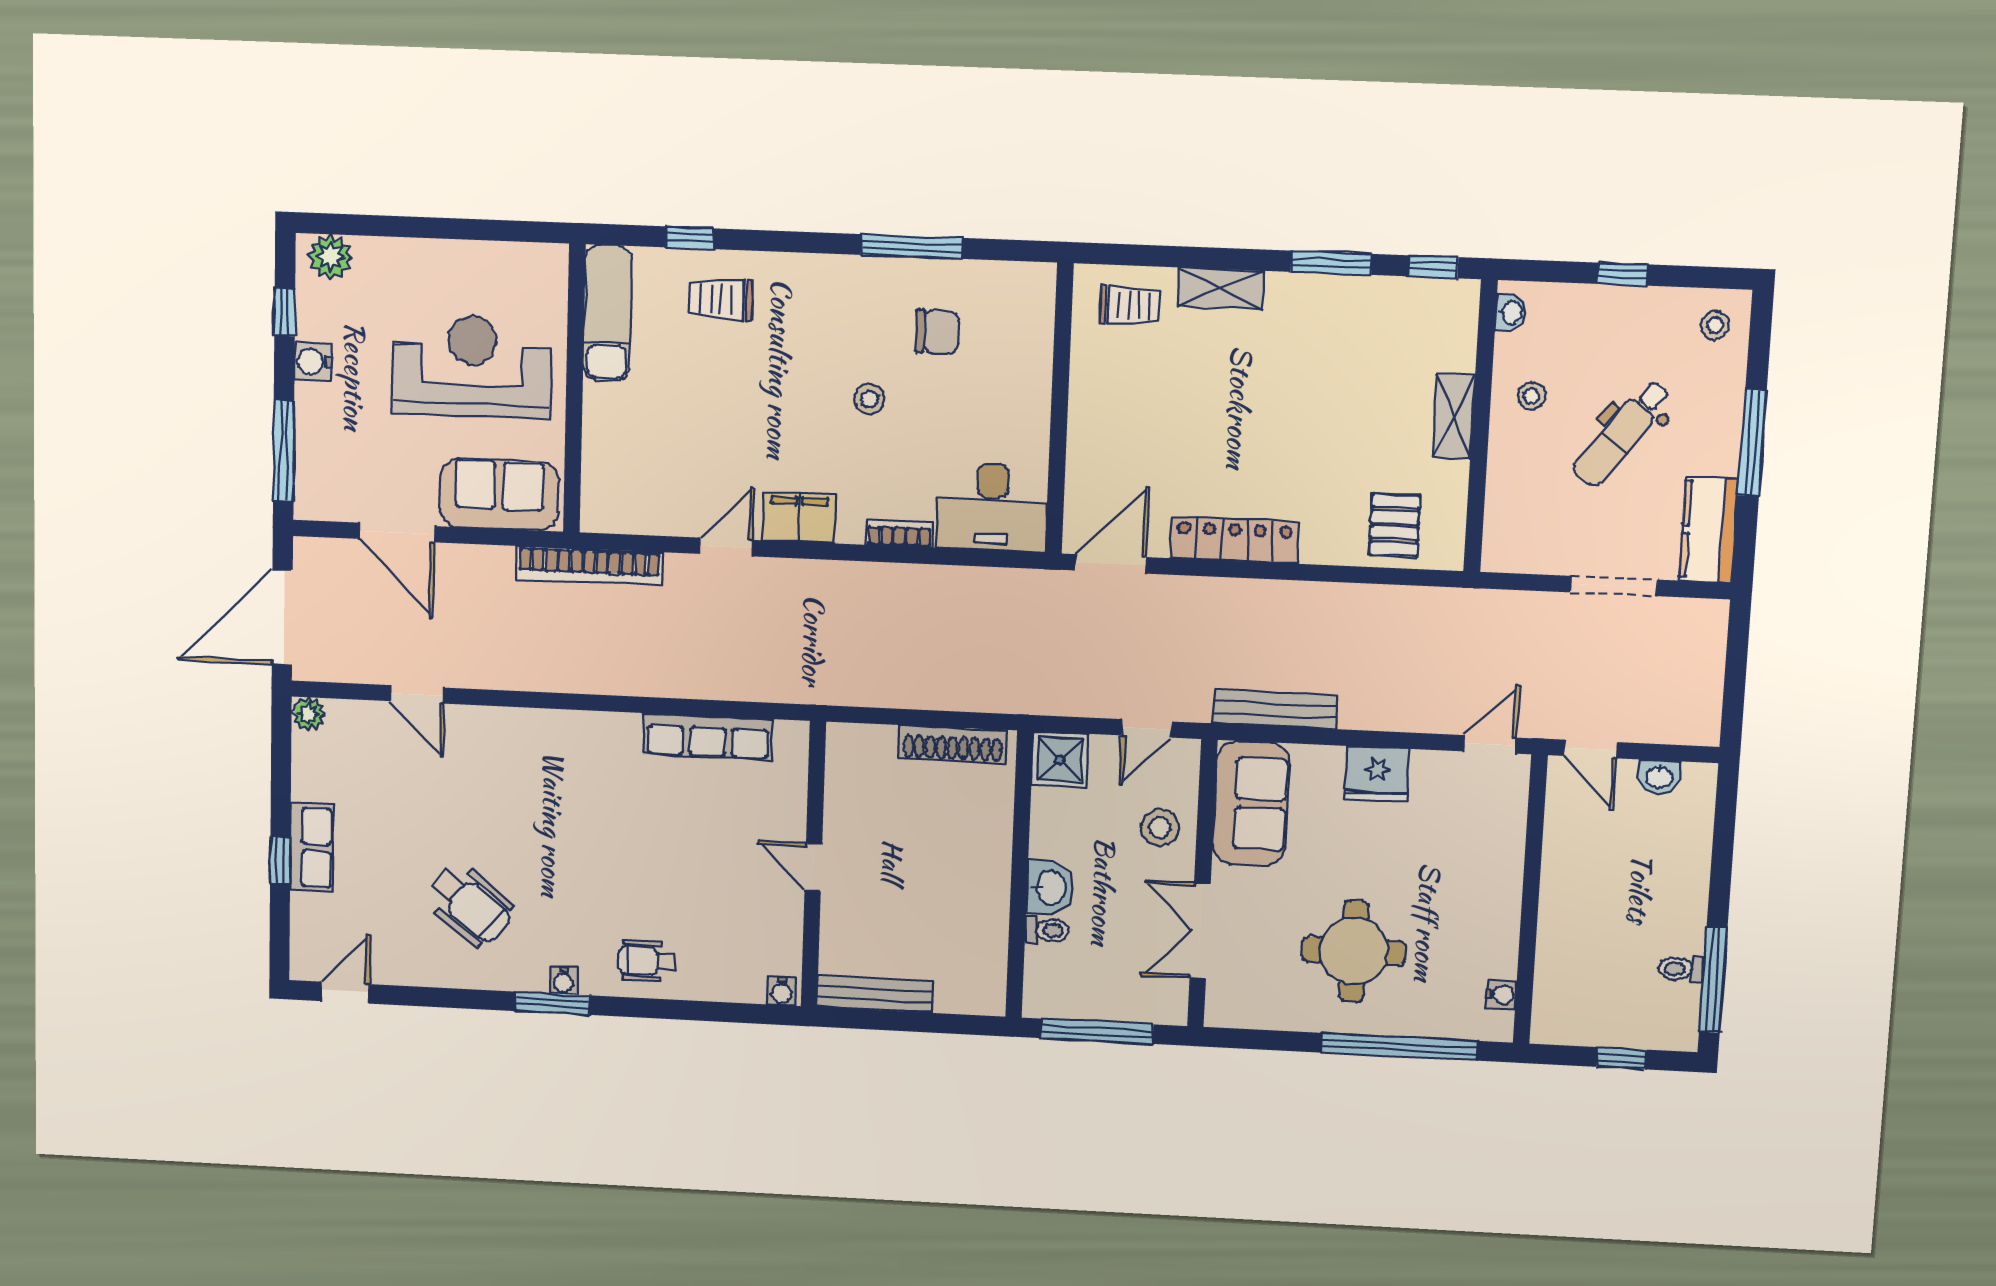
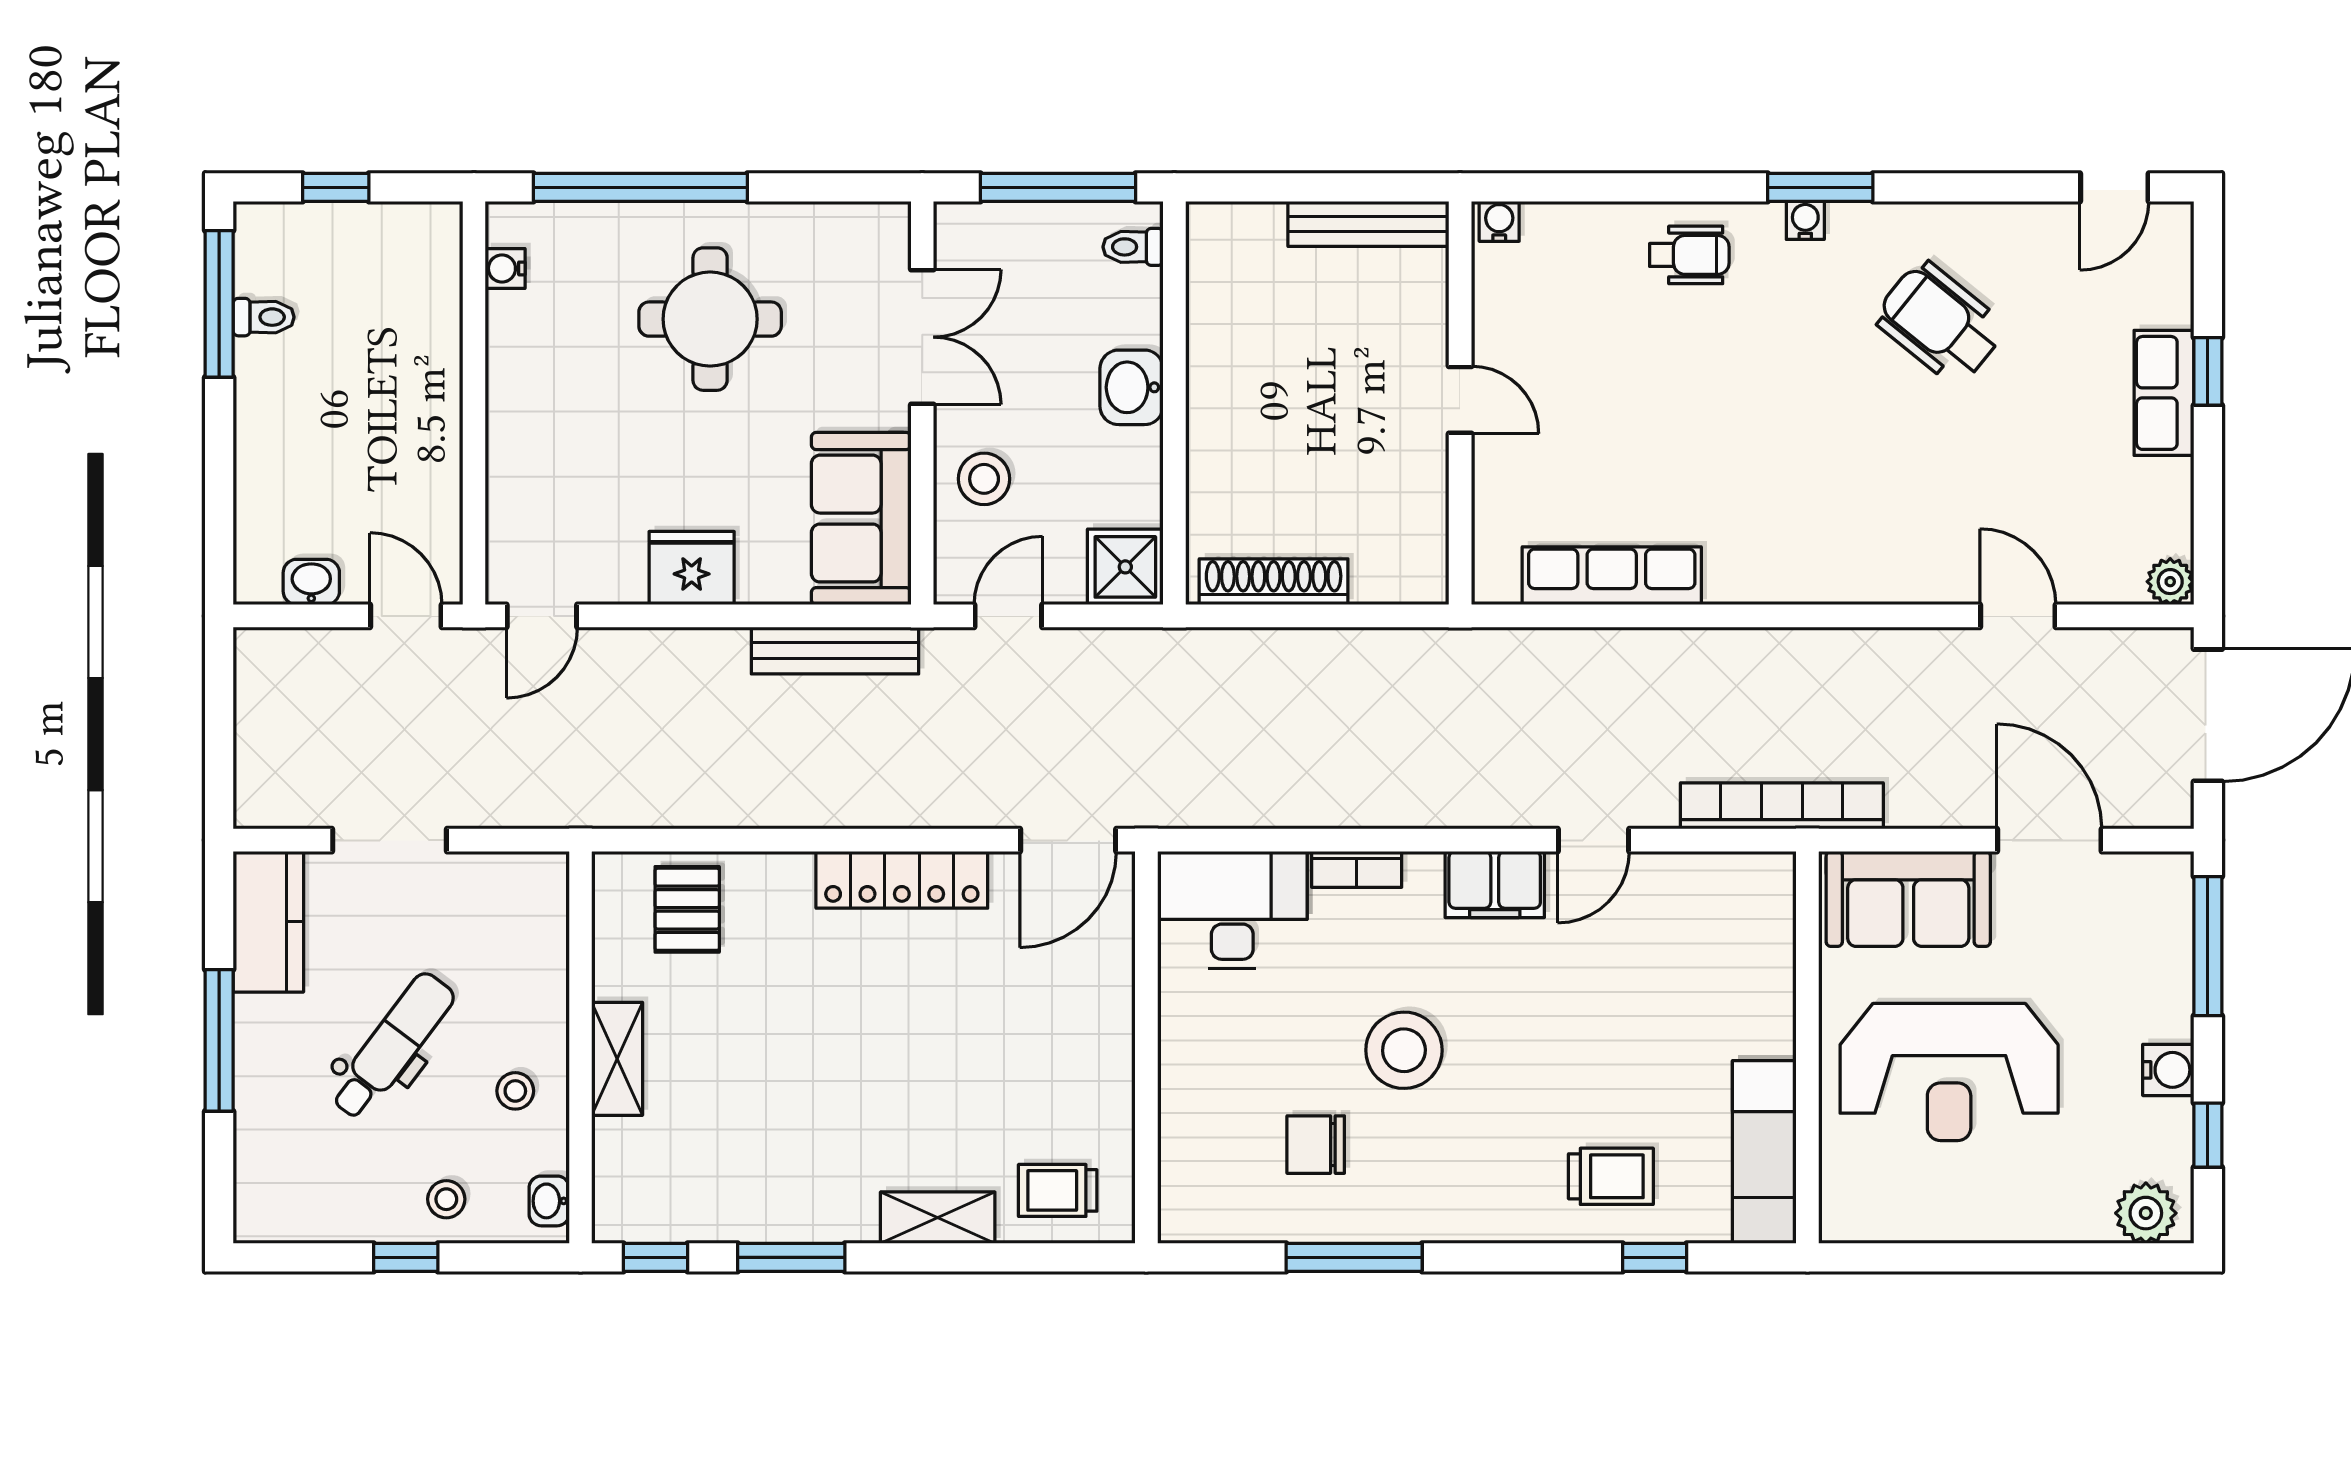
stool: (1715, 325) -> (446, 1199), moved
stool: (870, 399) -> (1404, 1050), width x1.89, depth x1.89
toilet: (1047, 930) -> (1133, 247), moved

